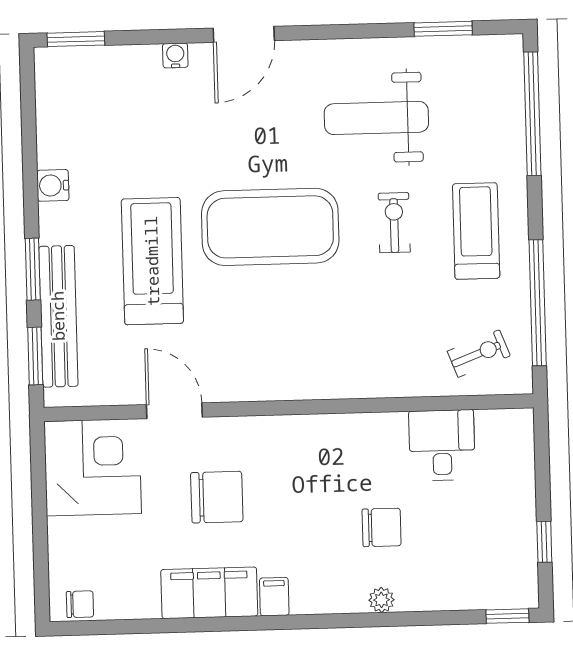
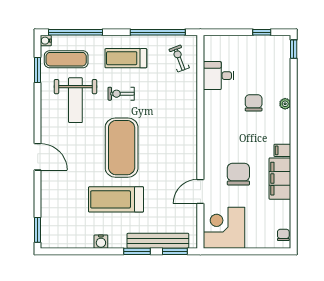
water cooler: (175, 55) -> (46, 41), moved
exercise mat: (470, 94) -> (66, 59), added
treadmill: (152, 261) -> (116, 199), moved

